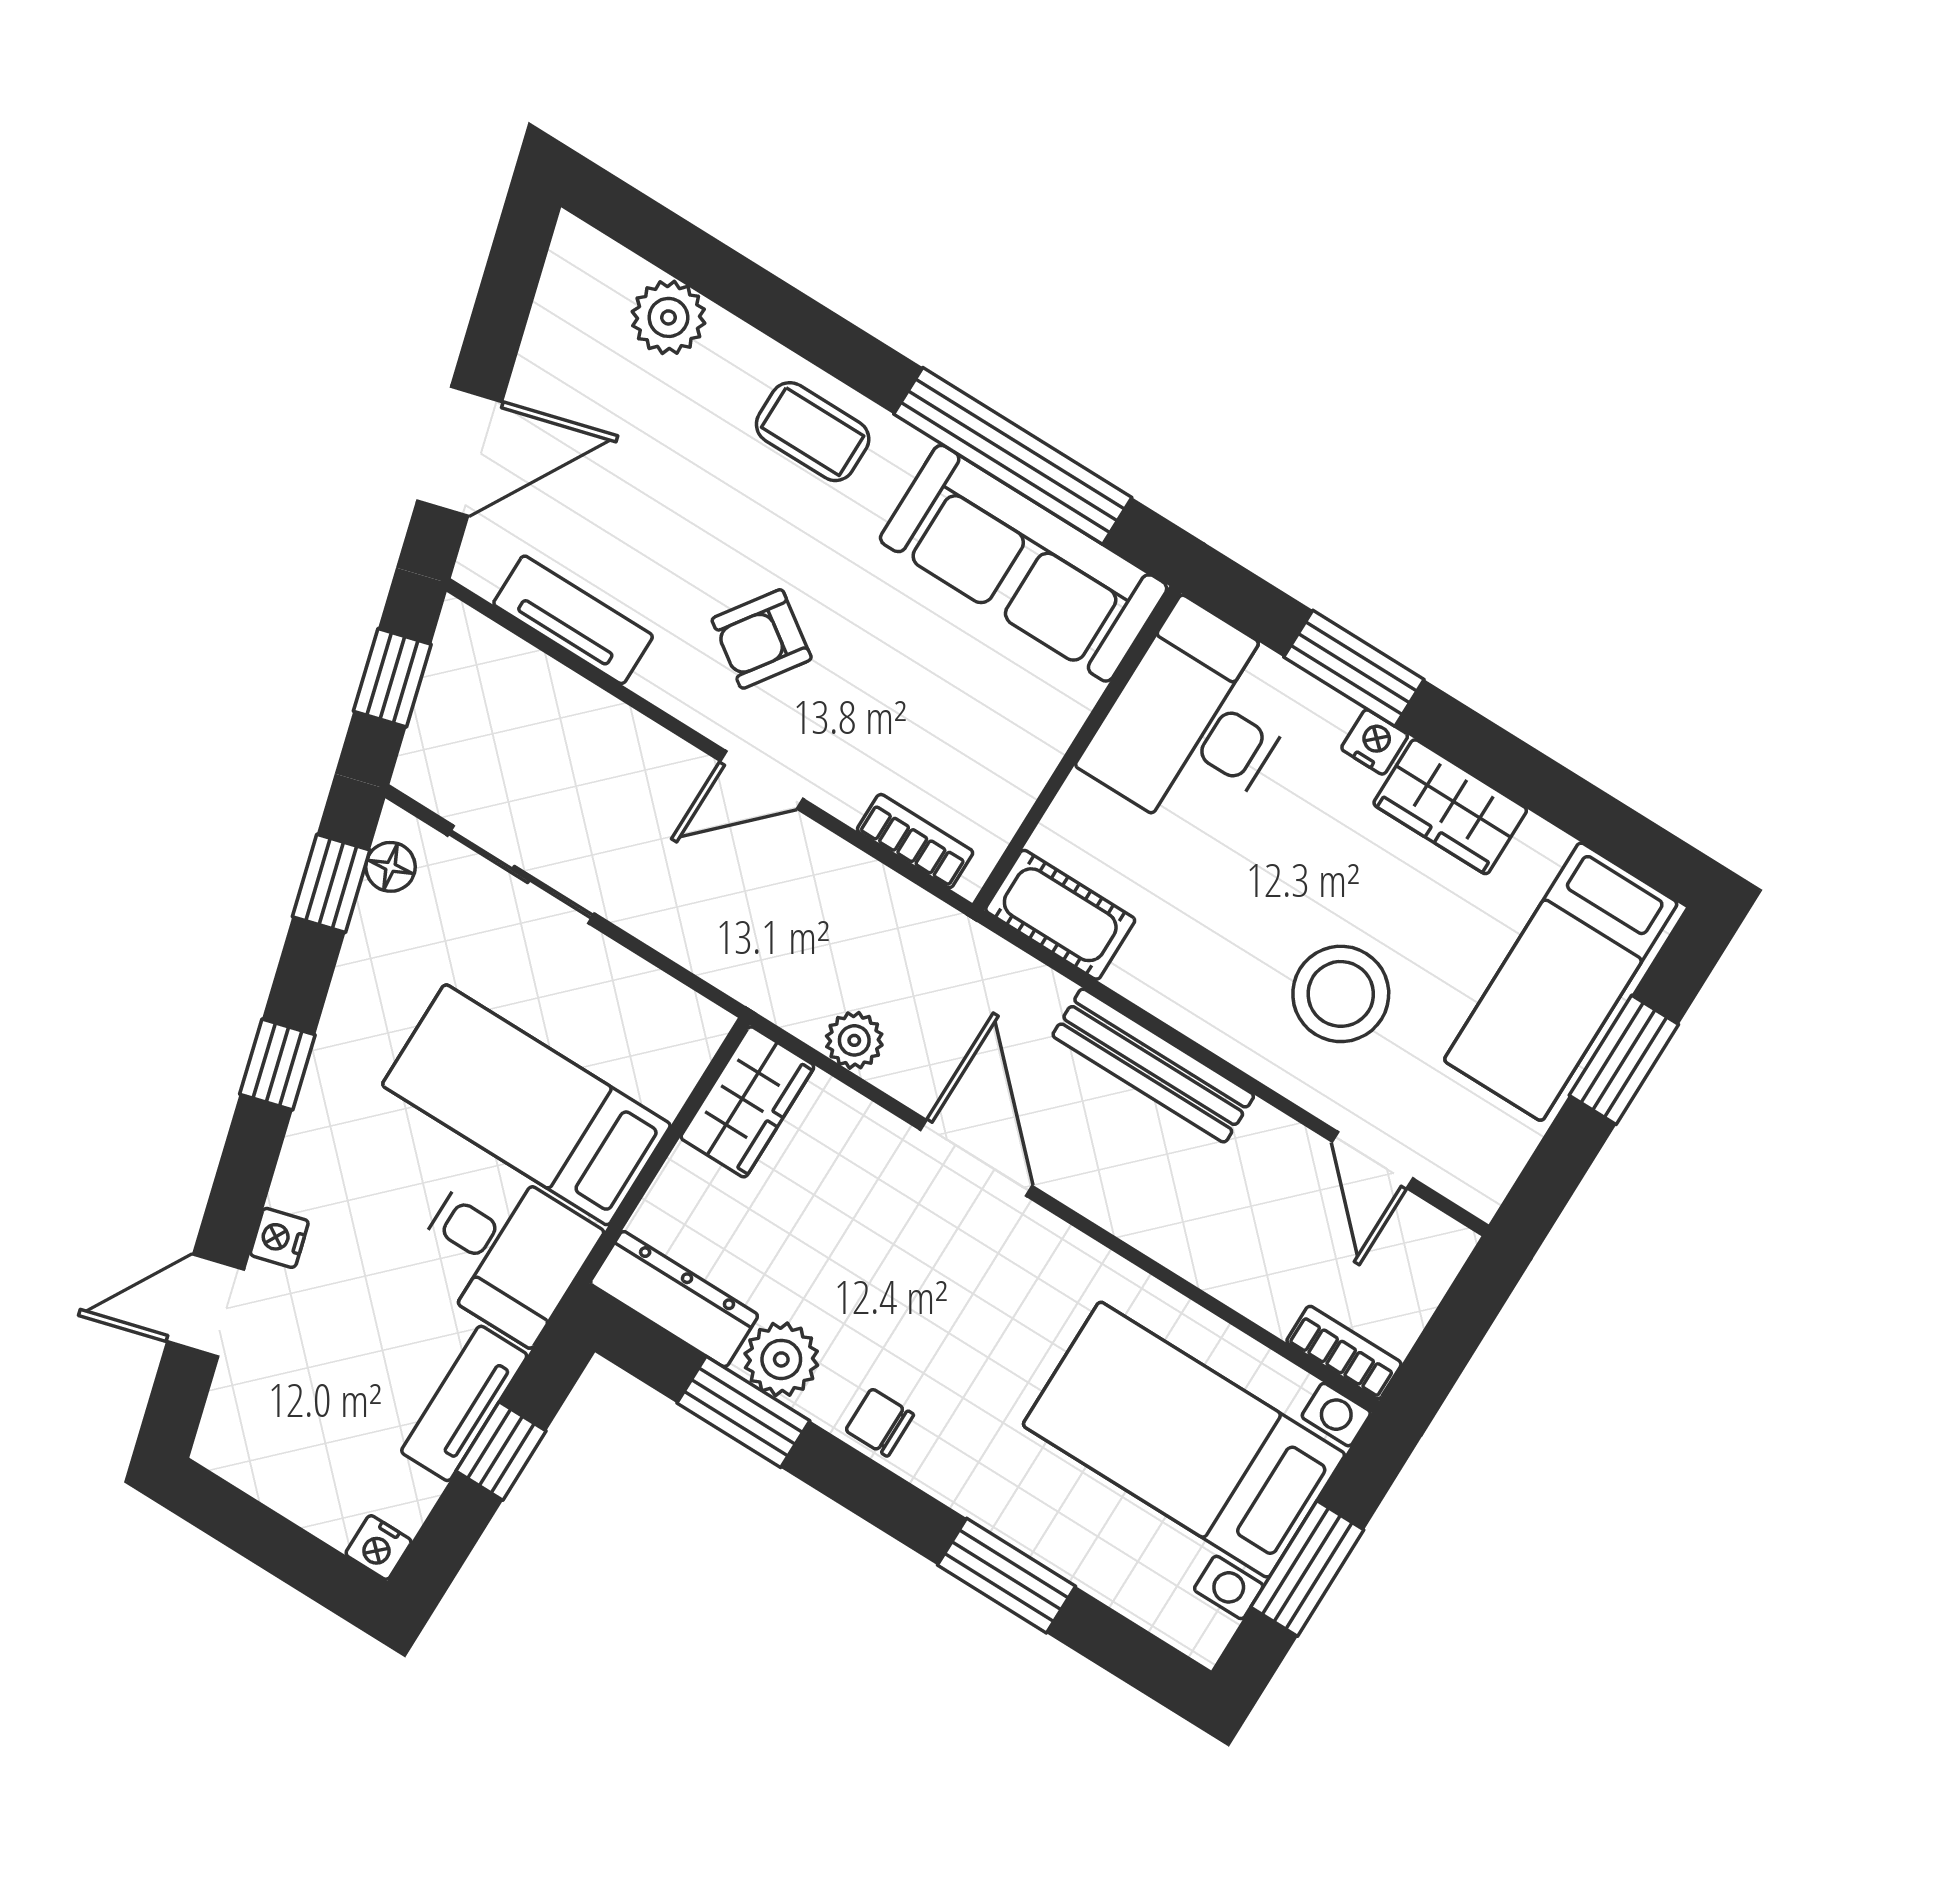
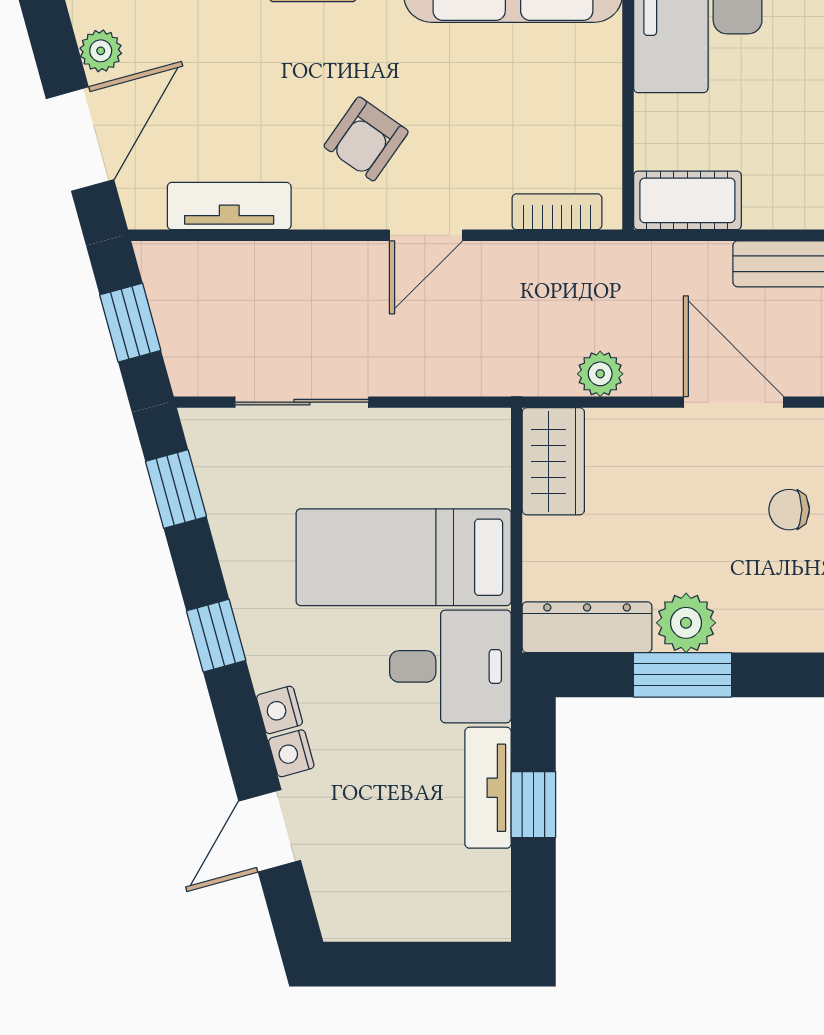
plant: (539, 372) -> (101, 51), added
floor lamp: (391, 867) -> (210, 452), removed
chair: (880, 1422) -> (789, 510), moved
nightstand: (379, 1547) -> (280, 710), moved, turned 75

